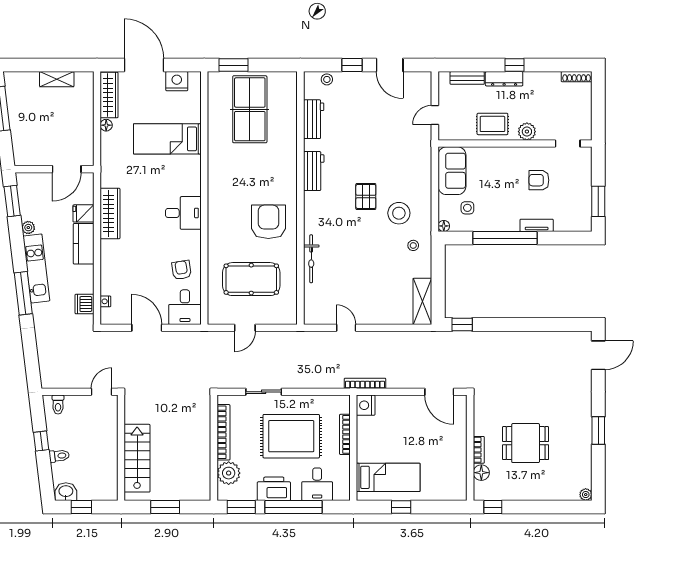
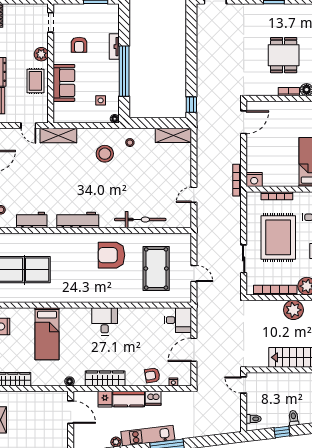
floor lamp: (106, 125) -> (70, 381), moved
shelving: (422, 153) -> (58, 136), added
workbench: (314, 171) -> (78, 220), width x1.37
sofa: (452, 171) -> (64, 83), moved, turned 90
pallet: (366, 196) -> (92, 179), removed
bicycle: (311, 259) -> (140, 220), width x1.37, depth x1.40
armchair: (182, 270) -> (152, 375), moved
dishwasher: (84, 304) -> (153, 398), moved
plant: (198, 456) -> (293, 310), added

